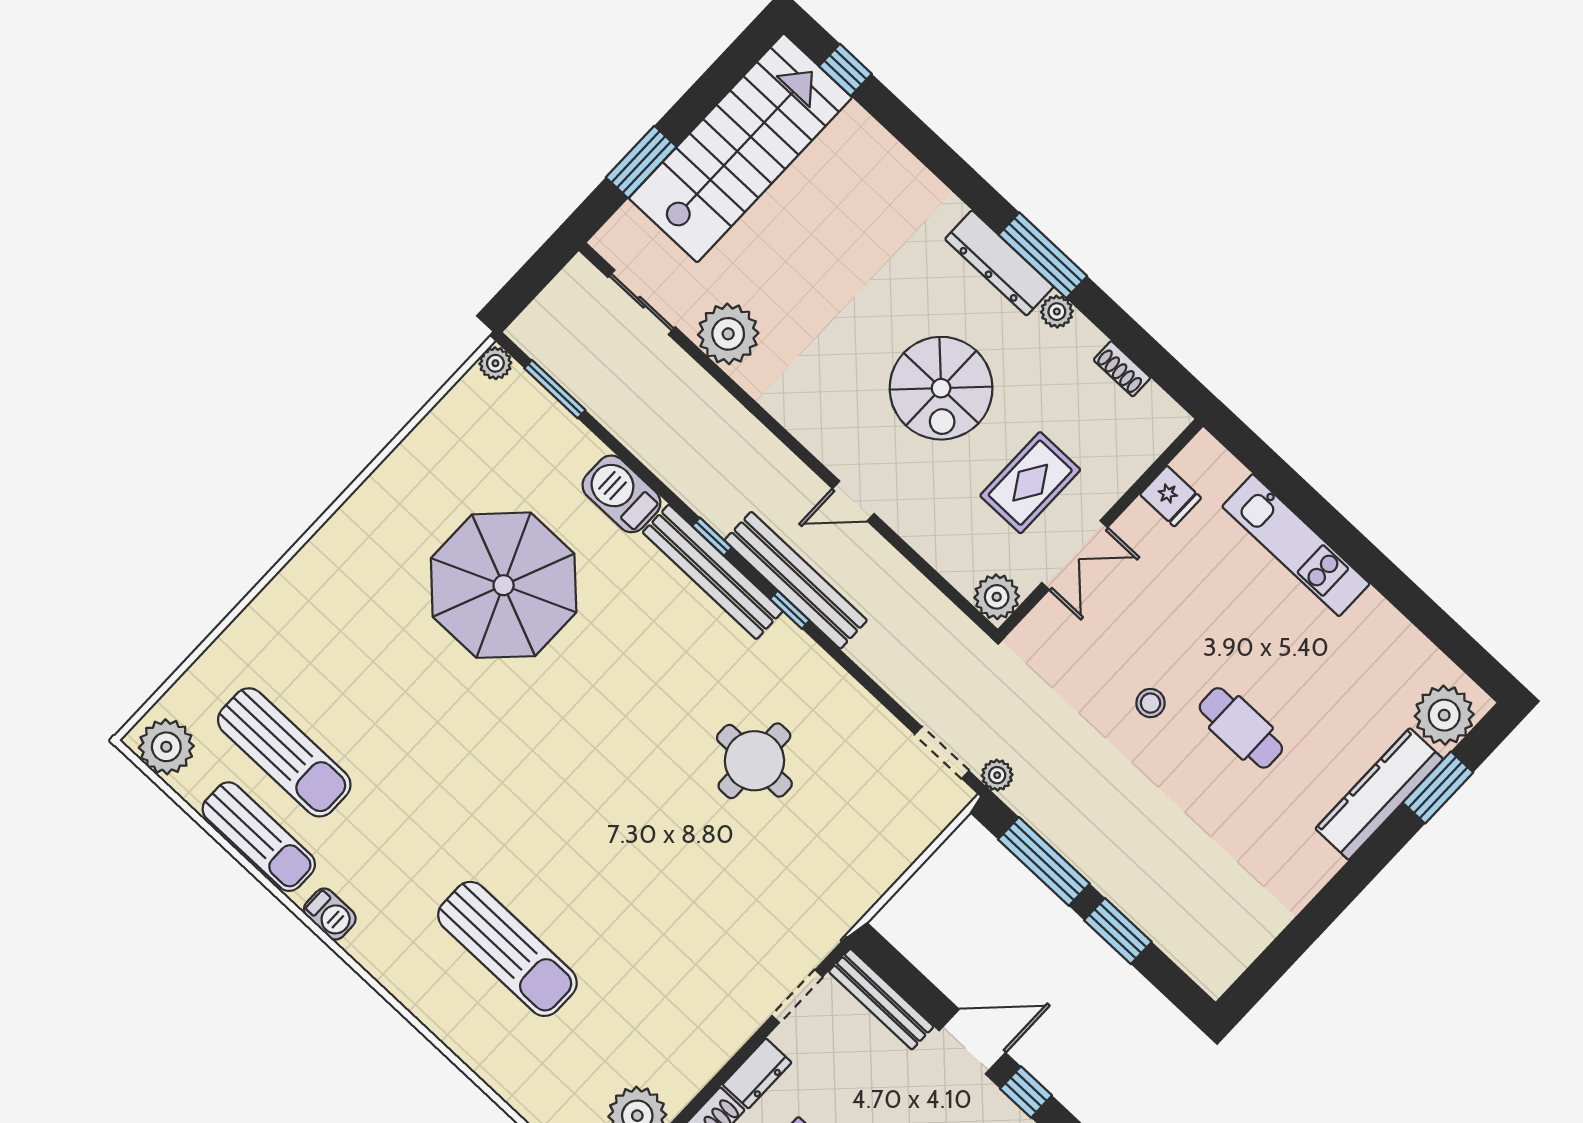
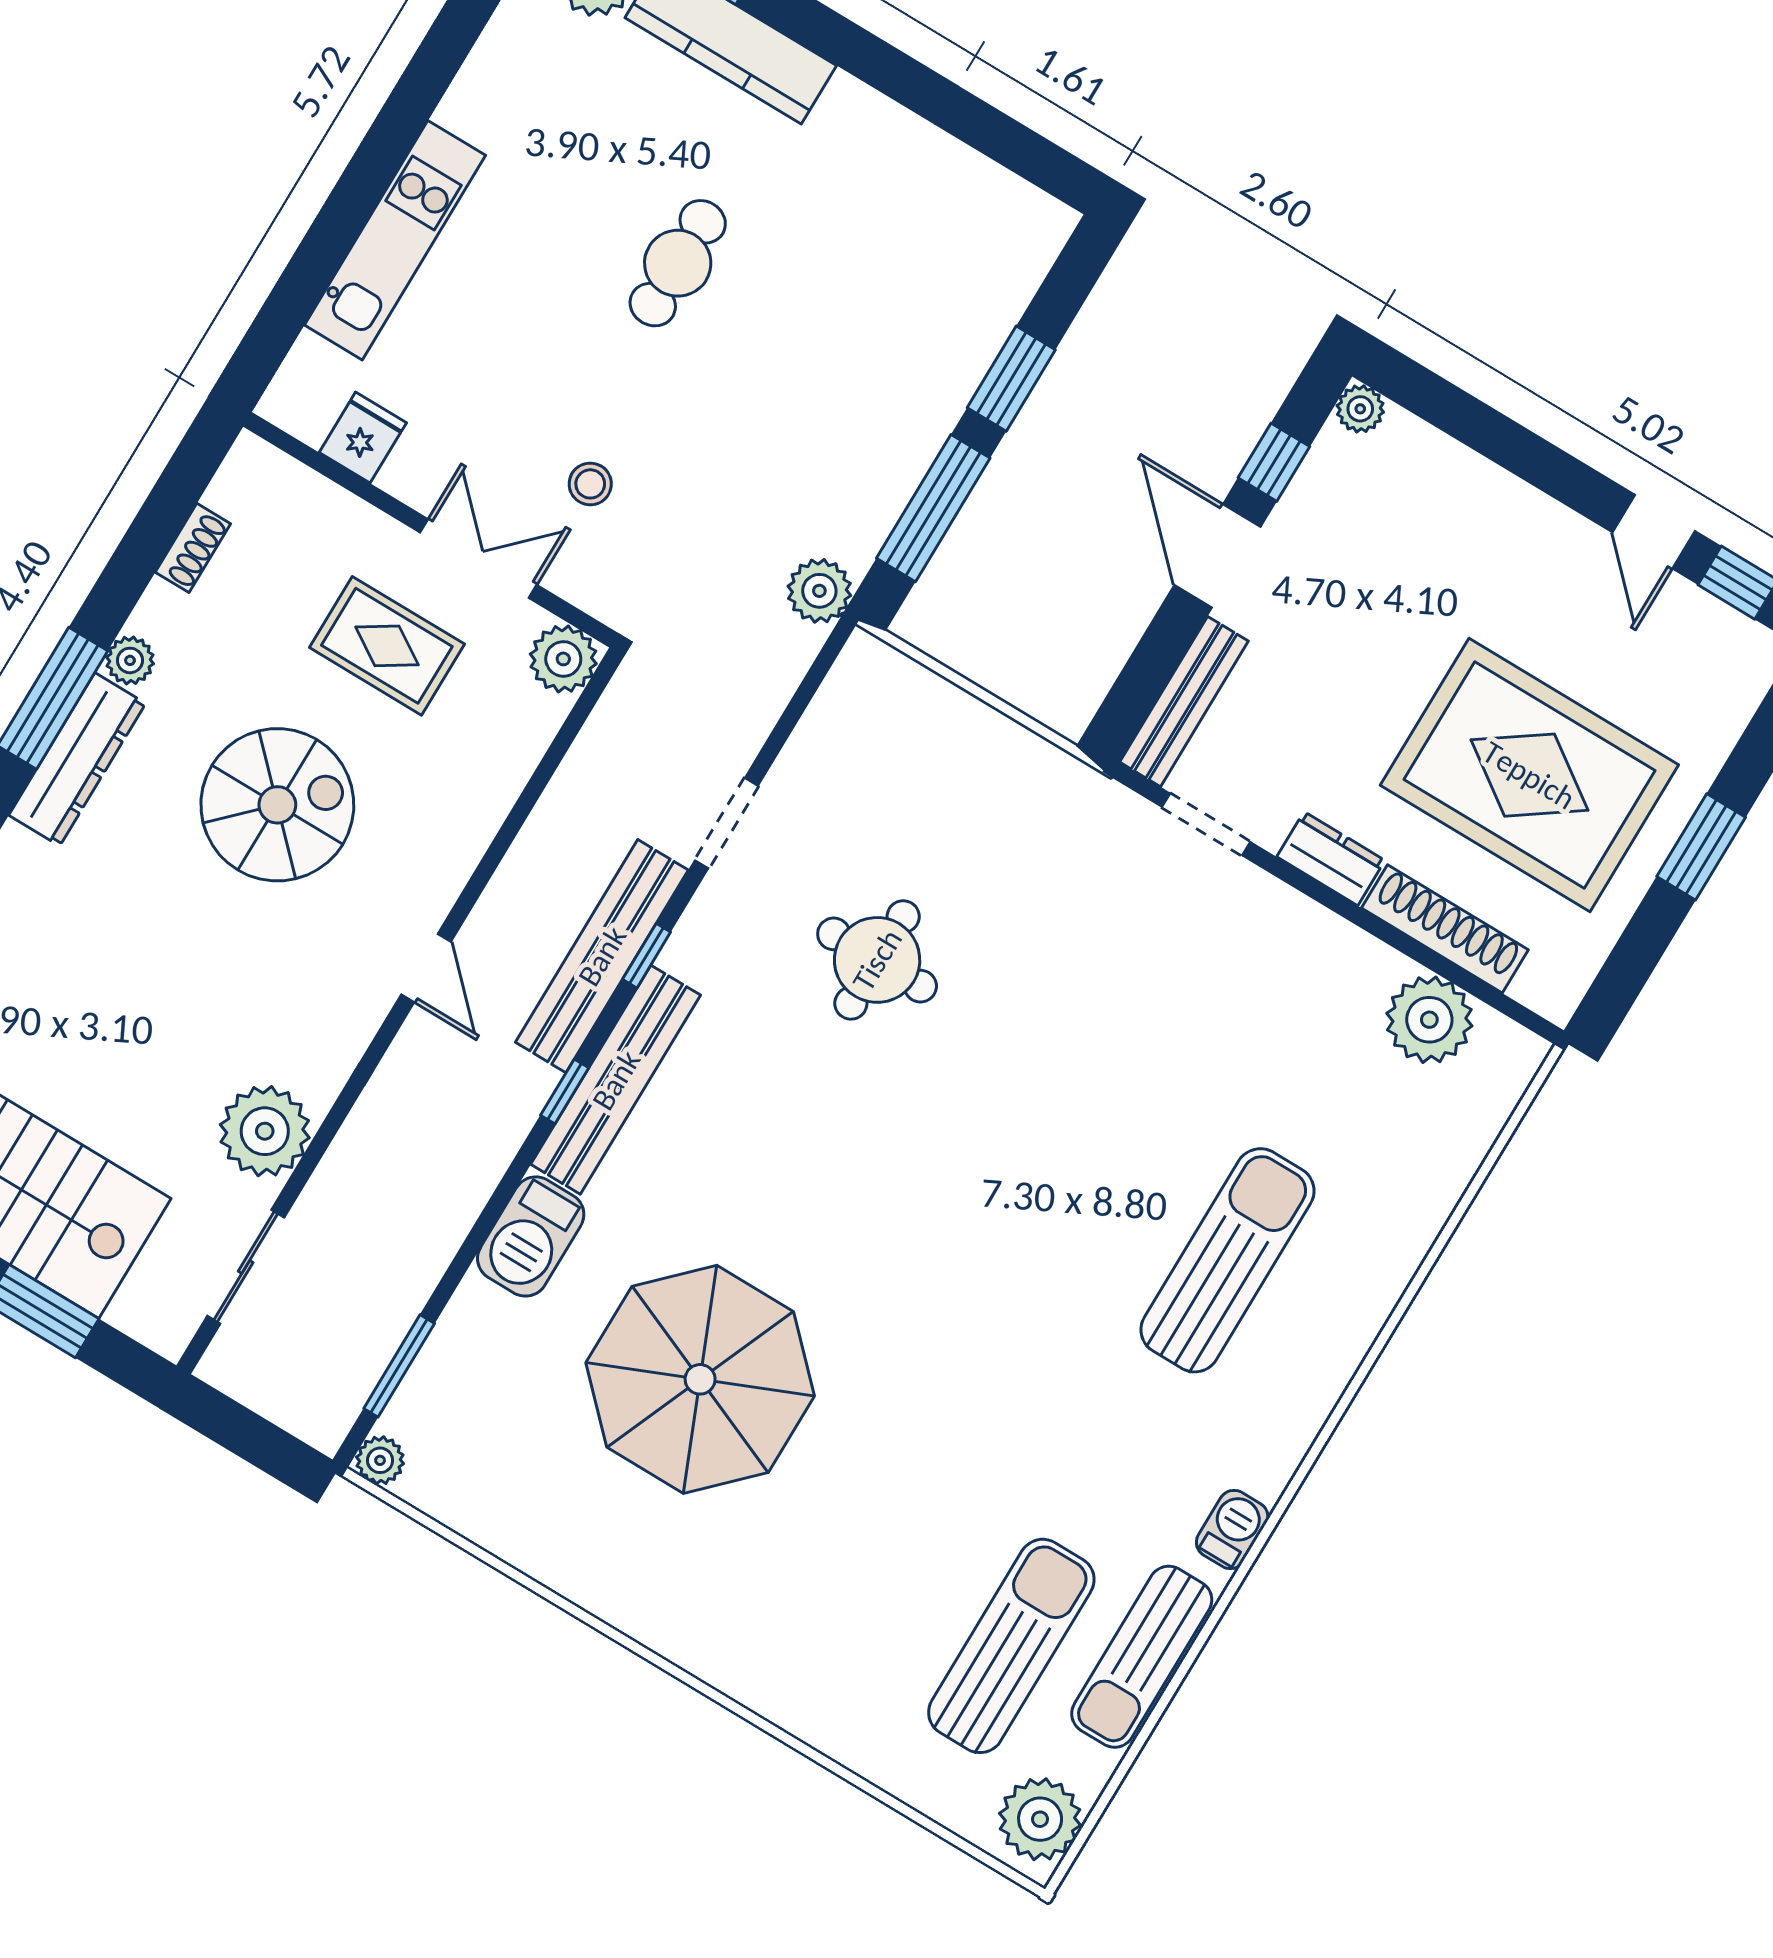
door: (853, 501) -> (426, 968), moved
stool: (1151, 703) -> (590, 484), moved
doorway: (942, 753) -> (727, 823), moved
plant: (997, 775) -> (819, 591), width x1.38, depth x1.38
sun lounger: (259, 837) -> (1142, 1657), turned 180

